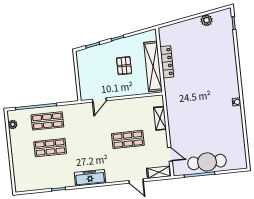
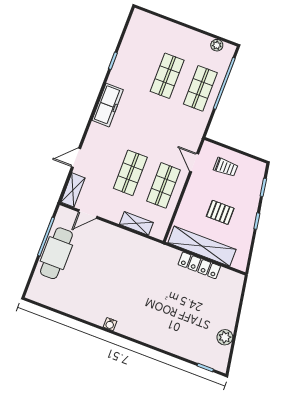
trolley: (92, 77) -> (226, 167), added
shop shelf: (125, 113) -> (164, 185), added

